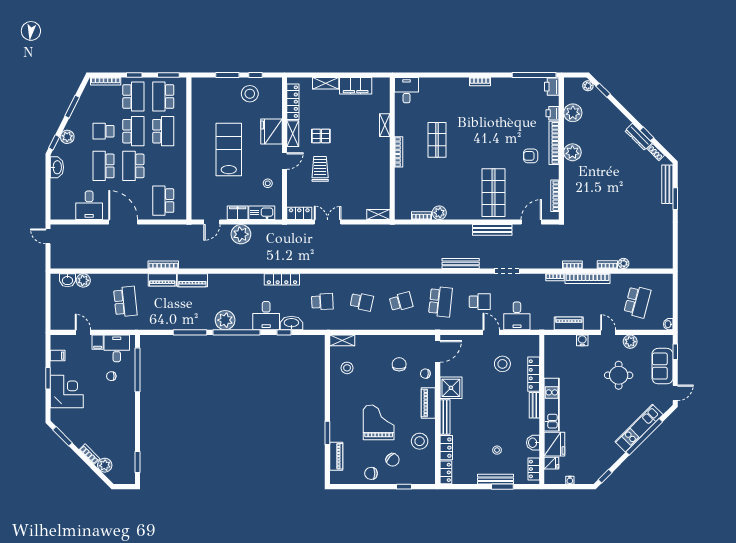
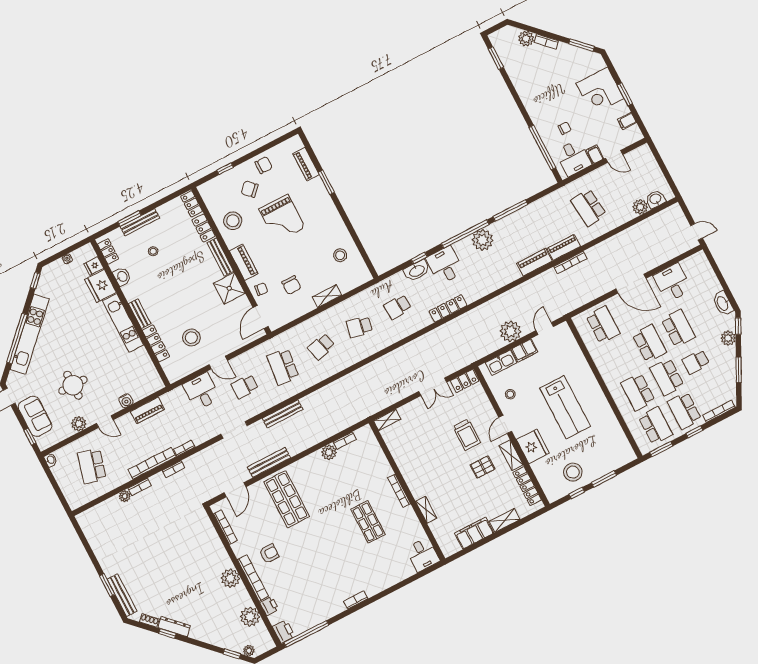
school desk: (104, 131) -> (696, 362), turned 180
shelving: (342, 340) -> (327, 296), moved
kitchen unit: (639, 428) -> (30, 334), width x1.36

